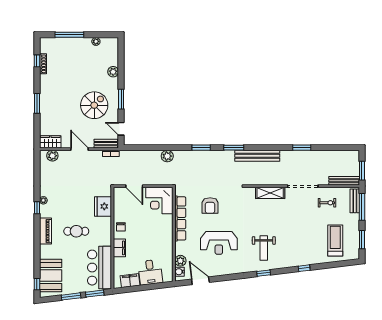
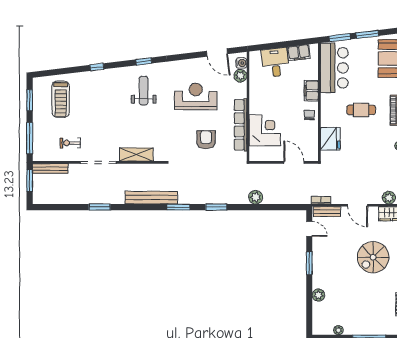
spiral stairs: (94, 105) -> (373, 257), moved
corner desk: (159, 201) -> (265, 130), moved
bench: (355, 201) -> (38, 145), removed

